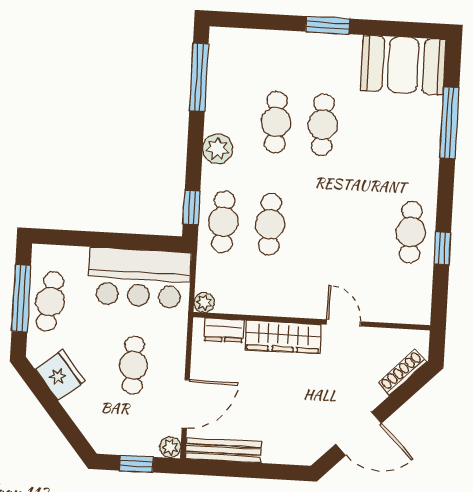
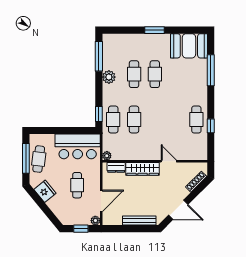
plant: (218, 149) -> (109, 77), moved
bench: (223, 450) -> (139, 221), moved

